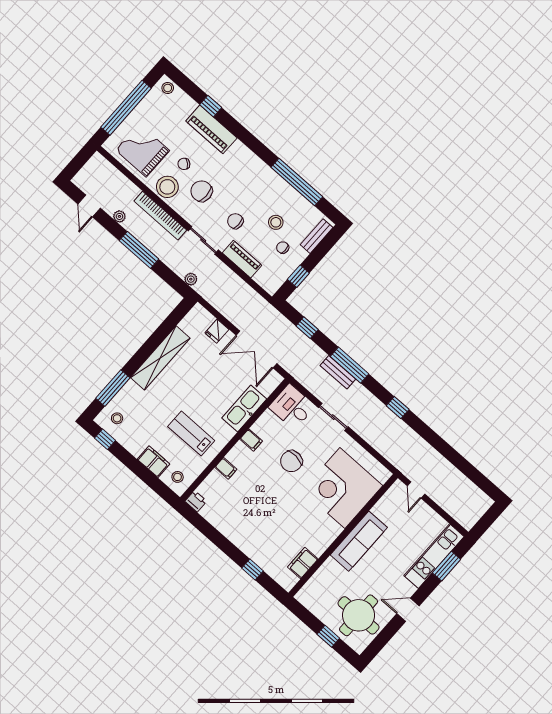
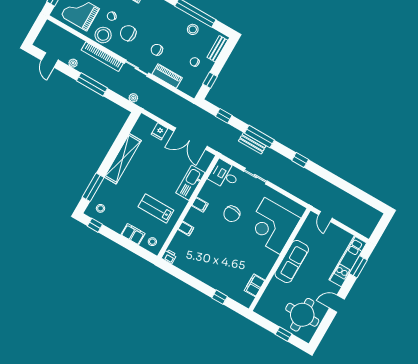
stool: (276, 222) -> (193, 29), moved

